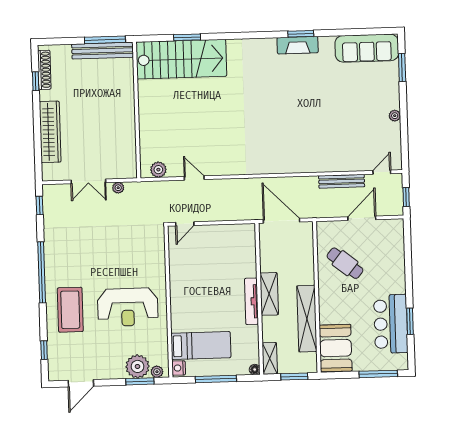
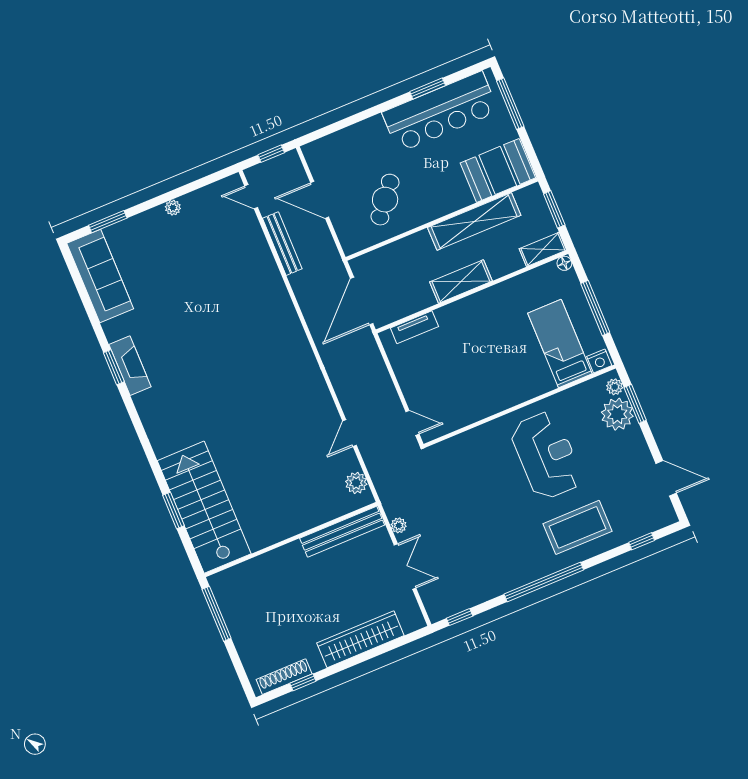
bench: (103, 51) -> (342, 532), moved, turned 90
tv unit: (251, 301) -> (414, 327), moved, width x0.71
bar counter: (391, 324) -> (440, 112), width x1.36

